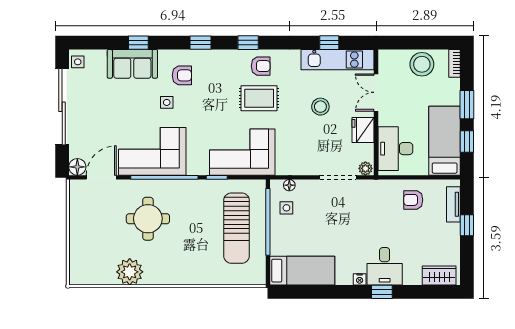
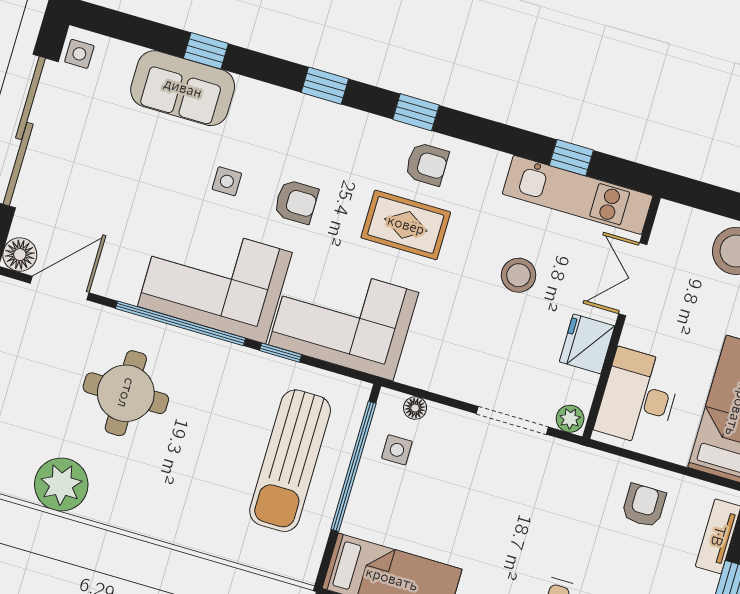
armchair: (182, 75) -> (296, 202), moved
corner sofa: (152, 151) -> (215, 279), moved
armchair: (413, 200) -> (644, 506), turned 90

